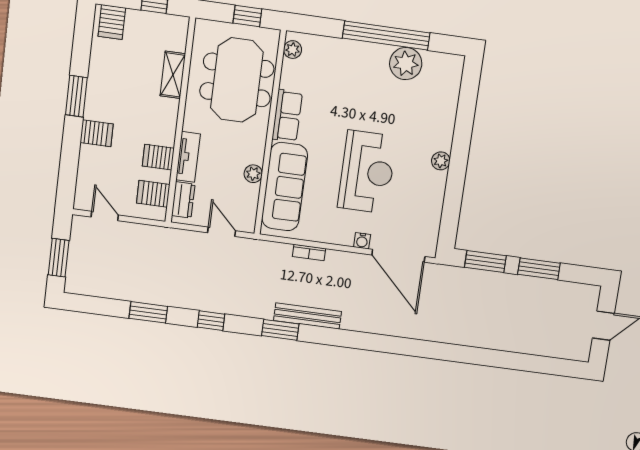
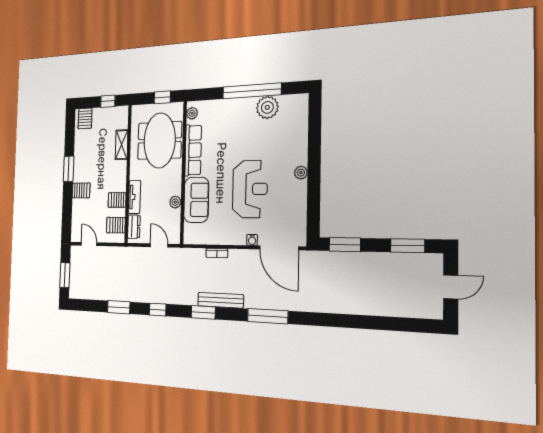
row of seats: (287, 116) -> (193, 150), width x1.48
sofa: (285, 187) -> (196, 200), width x0.73
window: (539, 269) -> (408, 246), moved
window: (372, 342) -> (268, 316), added

